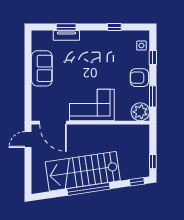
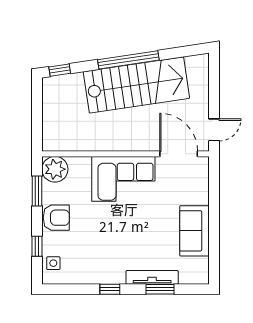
window: (114, 27) -> (110, 289), moved
tv unit: (66, 35) -> (152, 277), width x1.41
window: (153, 162) -> (37, 99), removed

